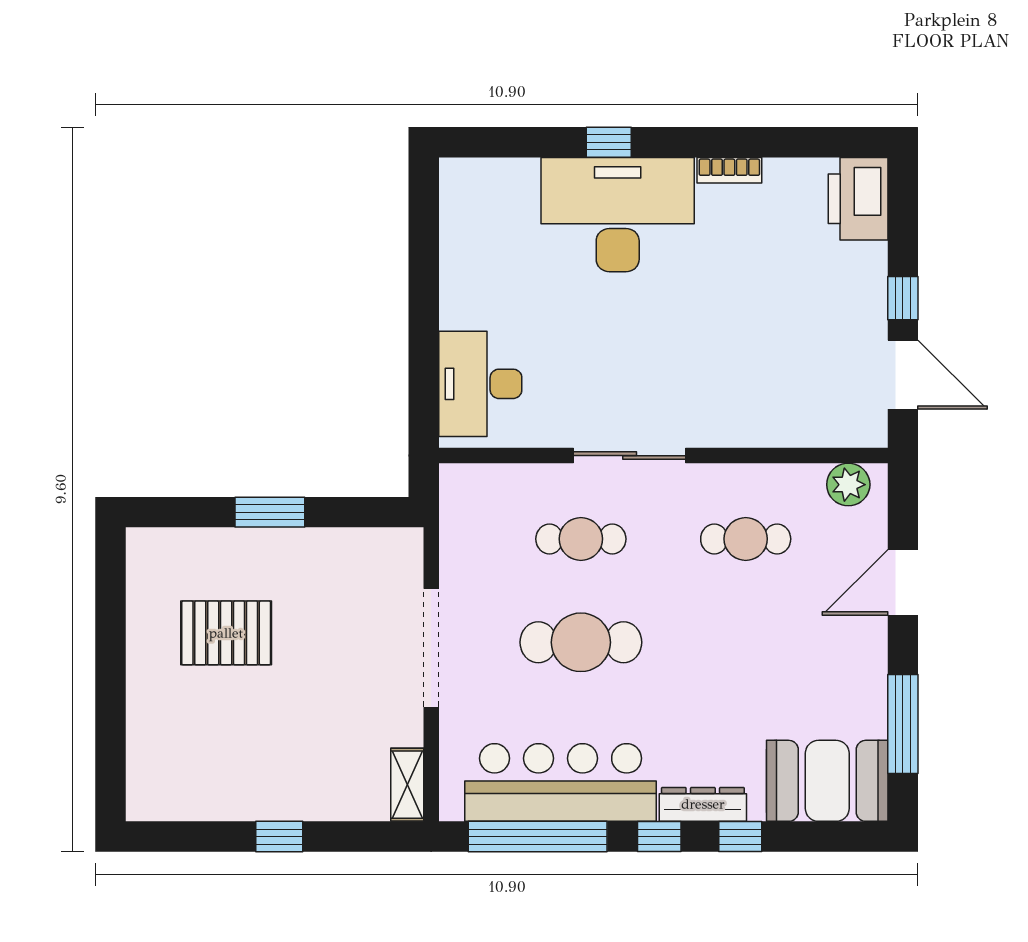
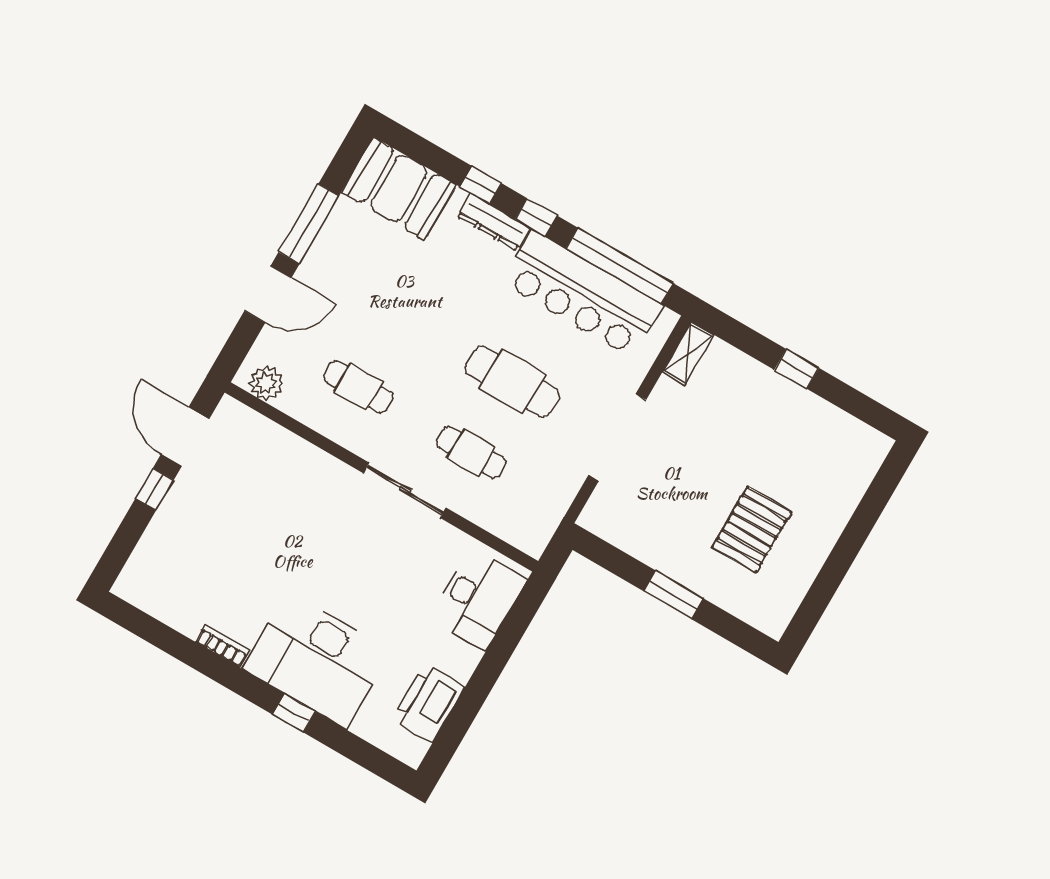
printer: (858, 199) -> (428, 703), moved, turned 180
pallet: (226, 633) -> (752, 530), turned 90
window: (903, 724) -> (309, 224), moved

